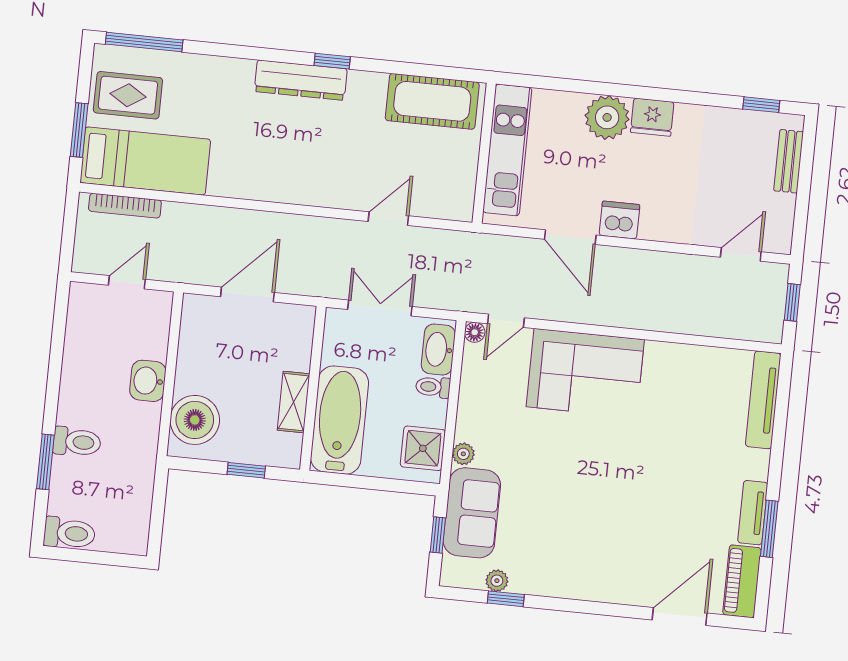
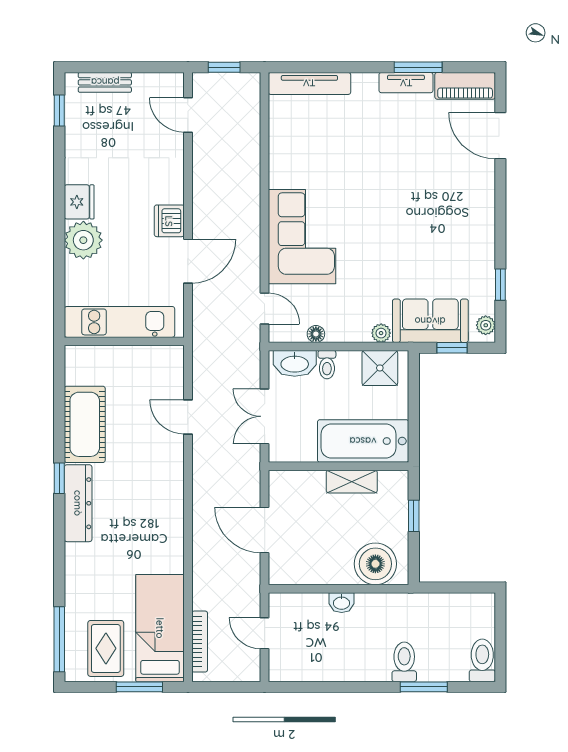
cot: (432, 101) -> (85, 424), moved
floor lamp: (475, 332) -> (316, 334), moved
washbasin: (148, 381) -> (342, 603), width x0.72, depth x0.69
plant: (497, 581) -> (486, 325), moved

